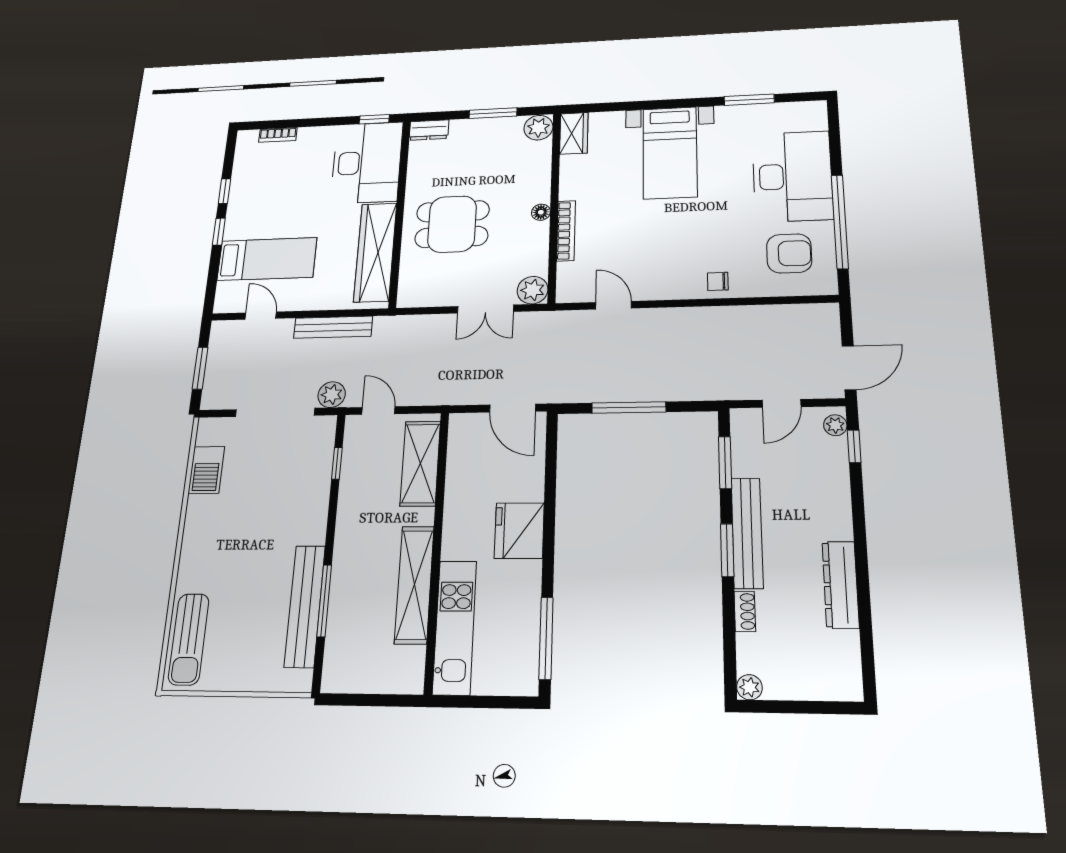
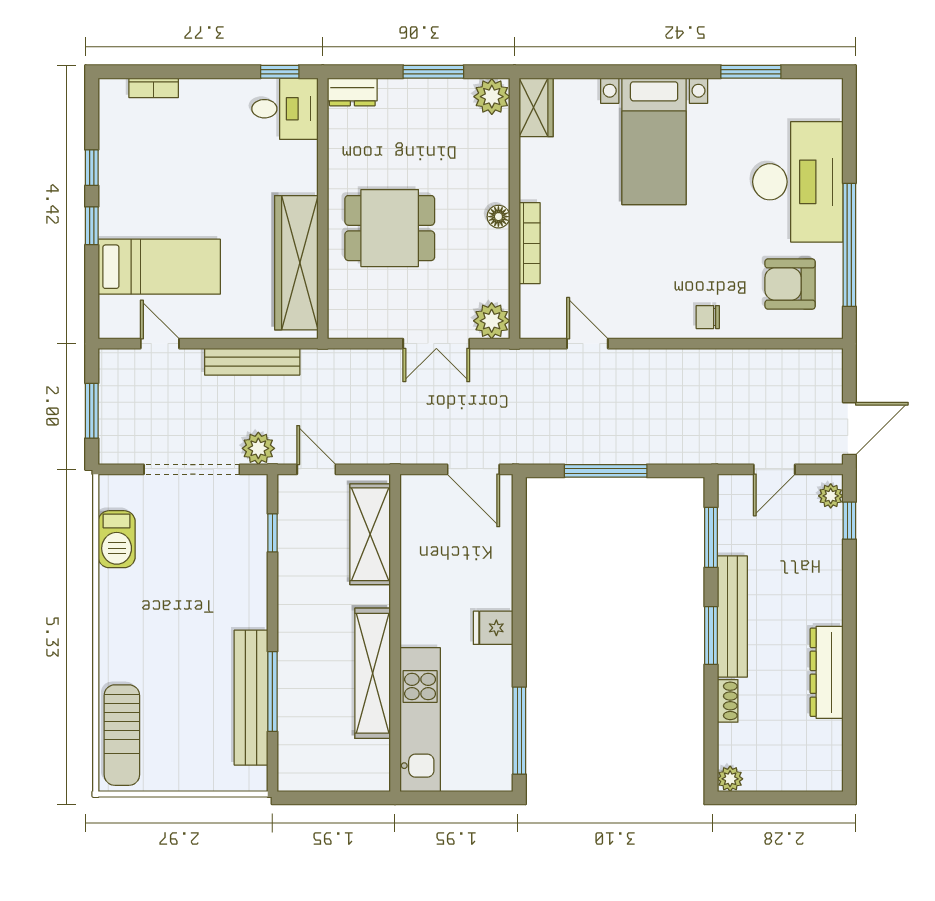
desk: (367, 163) -> (285, 109), width x0.53, depth x0.77
armchair: (789, 253) -> (790, 284), turned 180
fridge: (519, 531) -> (493, 628), width x0.53, depth x0.75

